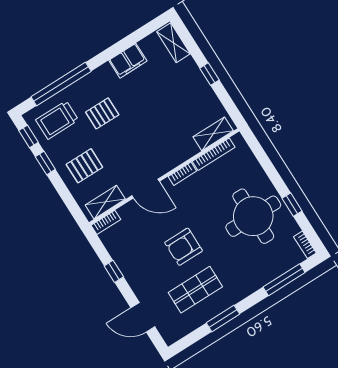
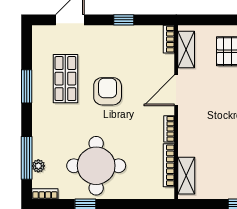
plant: (285, 265) -> (38, 166), added

